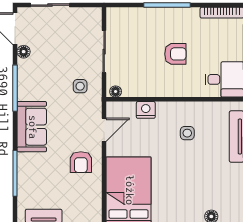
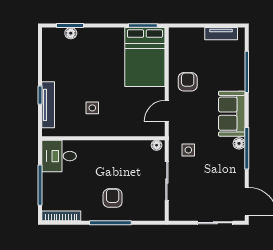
floor lamp: (24, 52) -> (239, 143), moved
armchair: (175, 54) -> (113, 198), moved, turned 90
nightstand: (146, 110) -> (129, 129), removed

